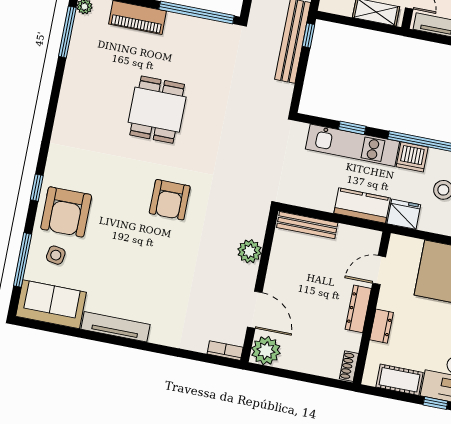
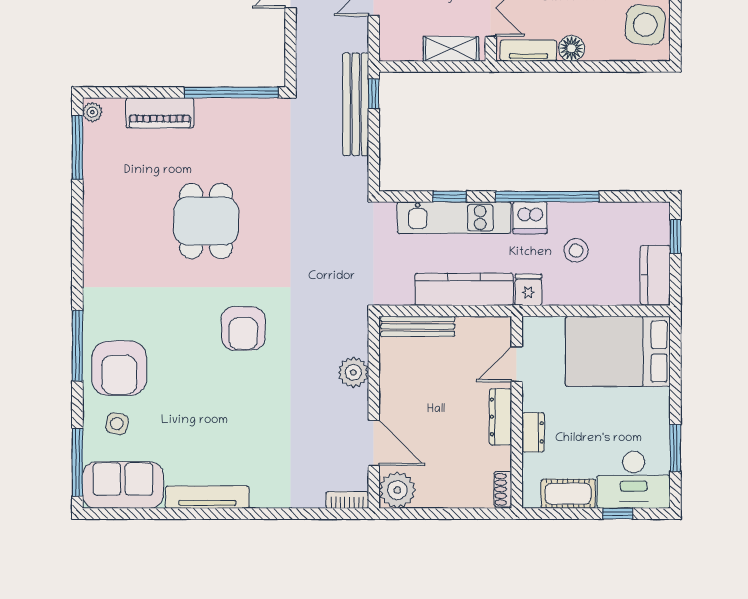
window: (37, 188) -> (77, 346), width x2.17
kitchen counter: (362, 206) -> (464, 289), width x1.50
fridge: (404, 214) -> (528, 290), width x0.72
window: (23, 260) -> (77, 462), moved

